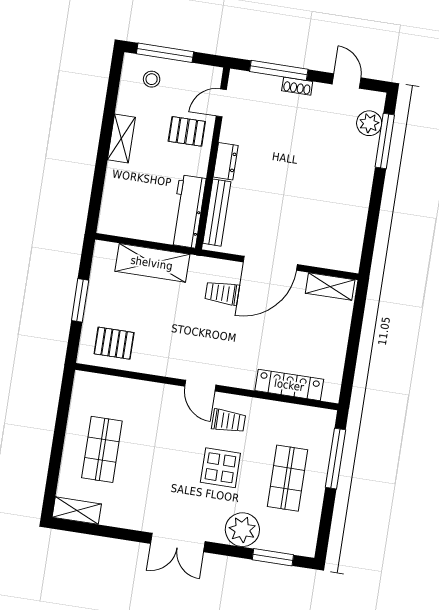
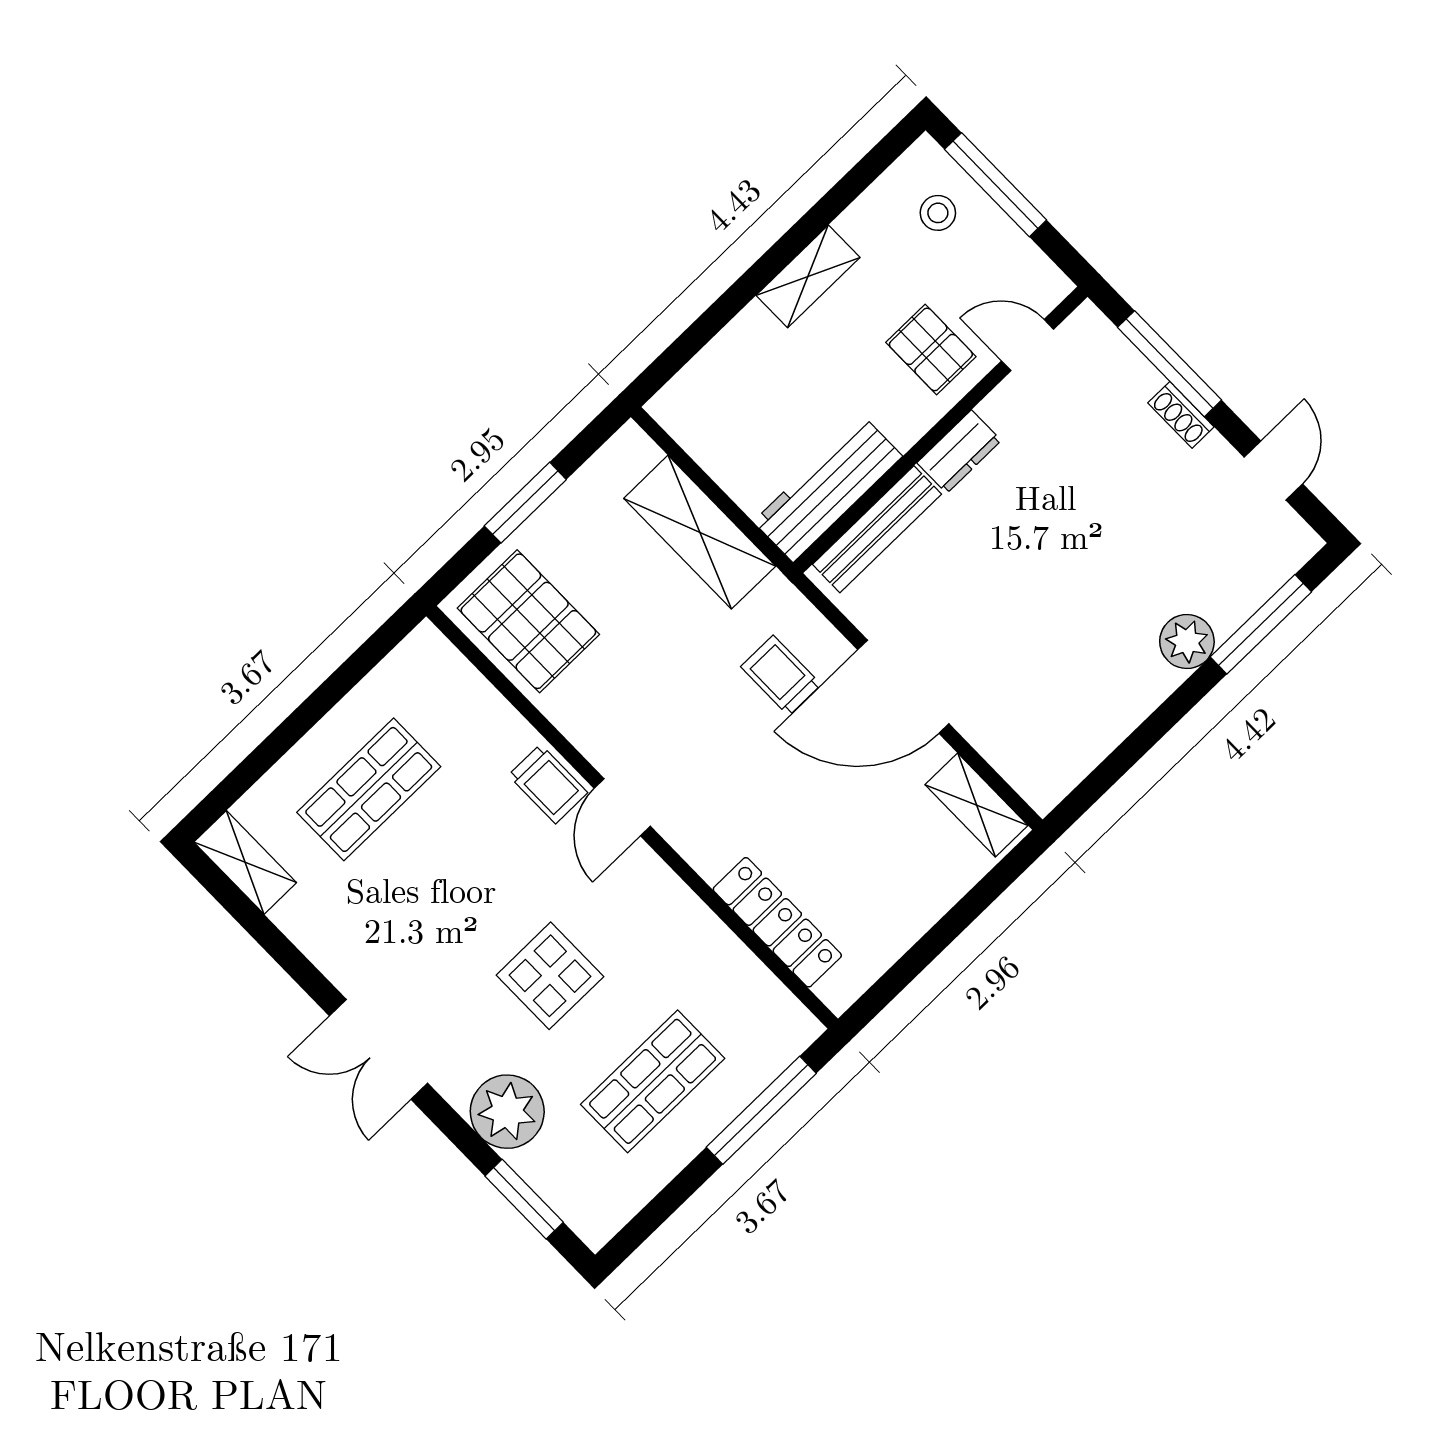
plant: (369, 123) -> (1187, 642), moved
pallet: (114, 343) -> (528, 621), width x1.50, depth x1.42
trolley: (229, 421) -> (548, 784), moved

